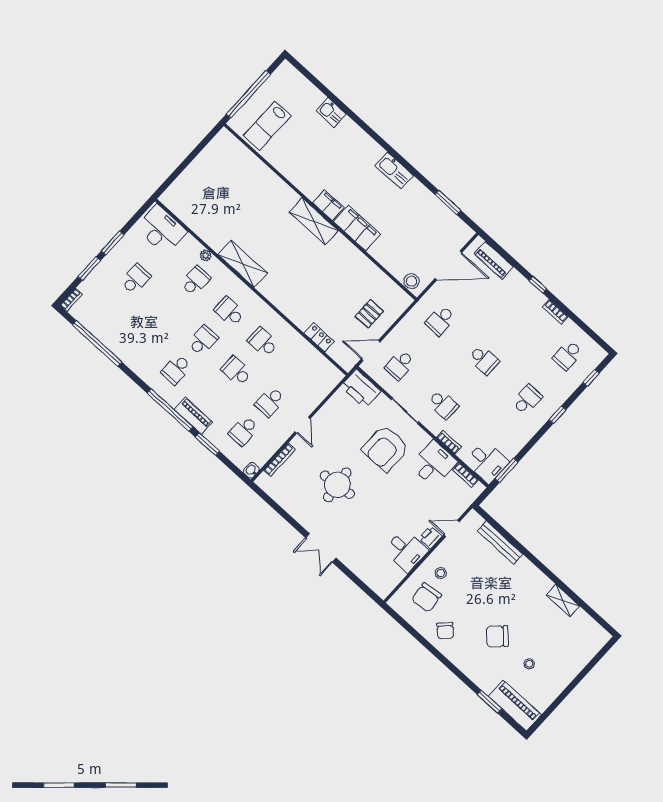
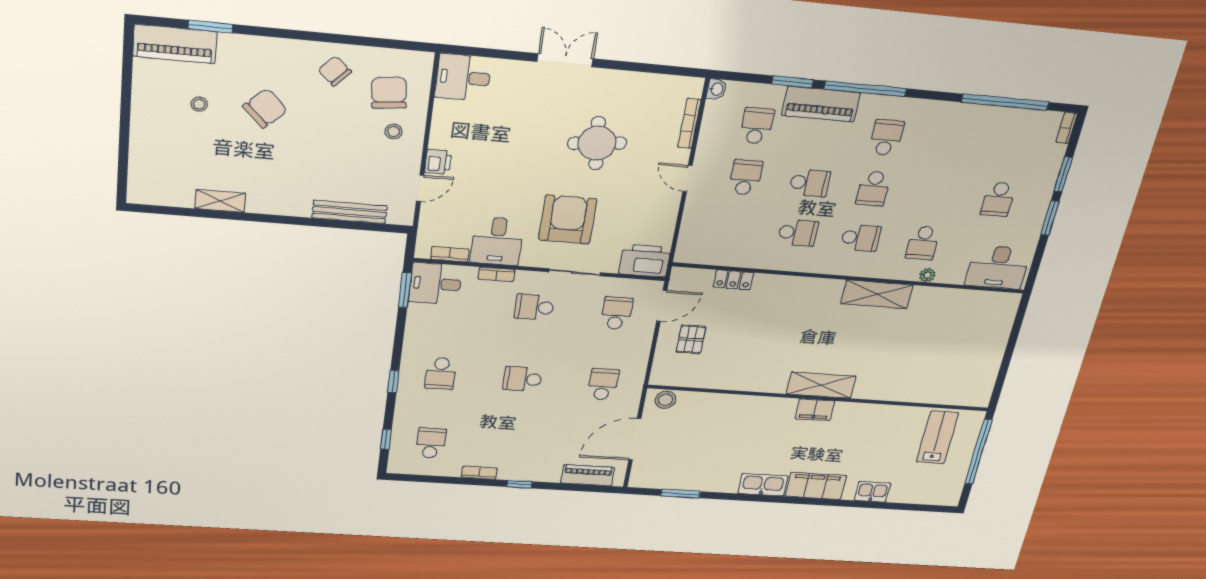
filing cabinet: (357, 228) -> (816, 486), moved, turned 180
piano: (193, 416) -> (821, 104), width x1.37, depth x1.33
desk: (406, 550) -> (463, 78), moved

